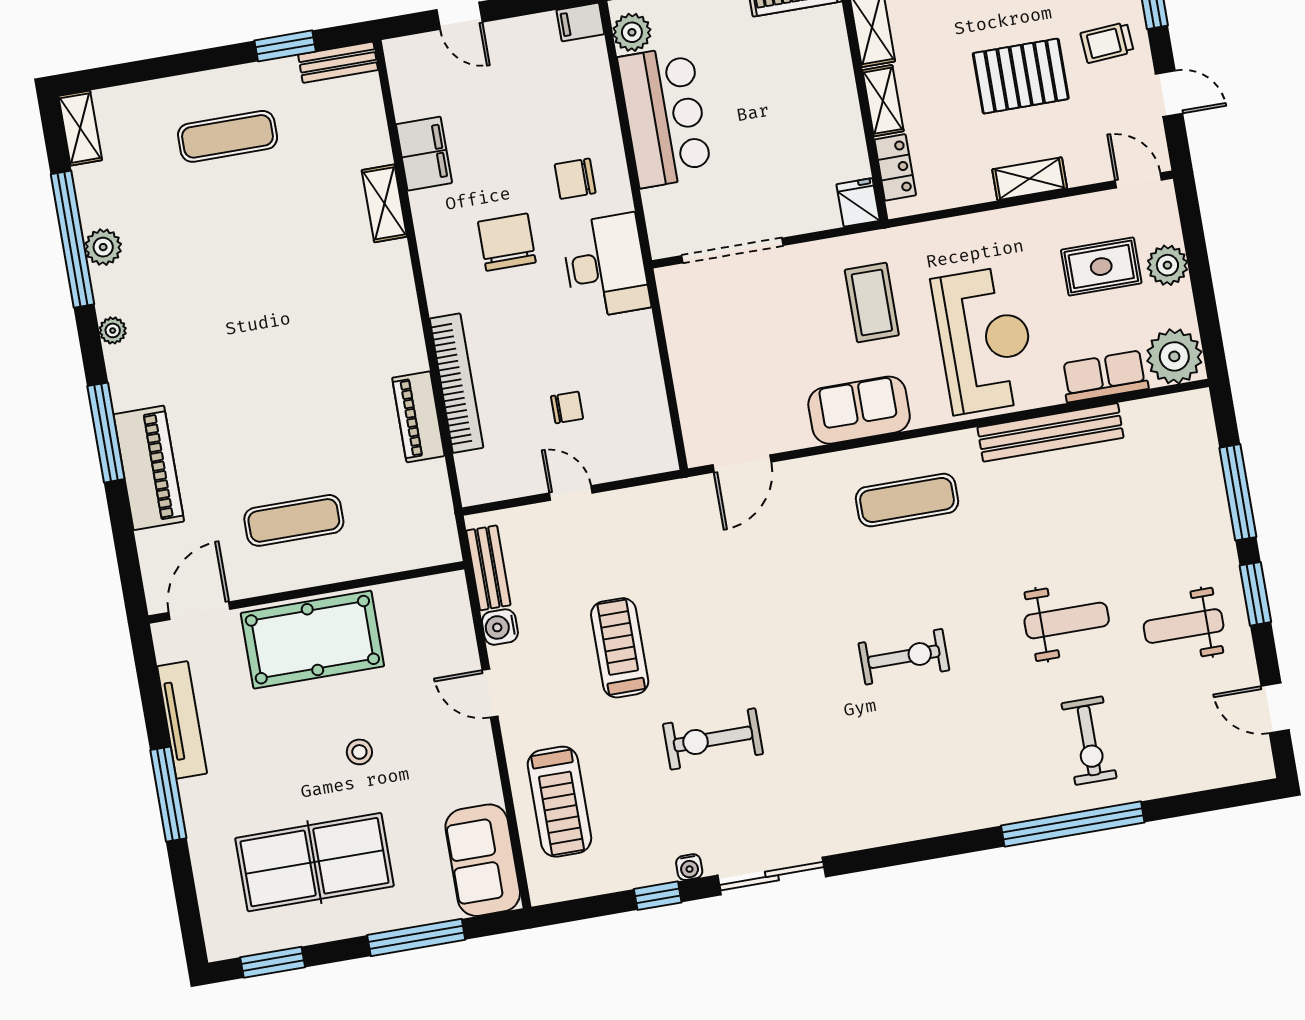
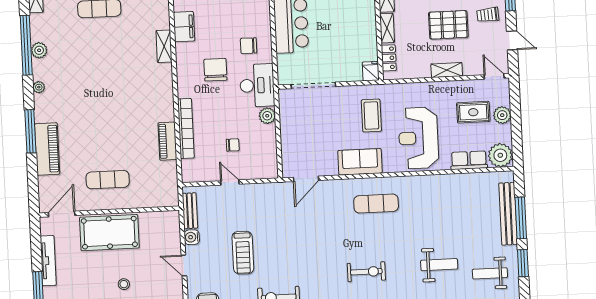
plant: (637, 332) -> (267, 116), added
reception desk: (985, 340) -> (419, 138), turned 180
bench: (1050, 432) -> (508, 214), moved, turned 90
treadmill: (620, 648) -> (243, 253), turned 180

